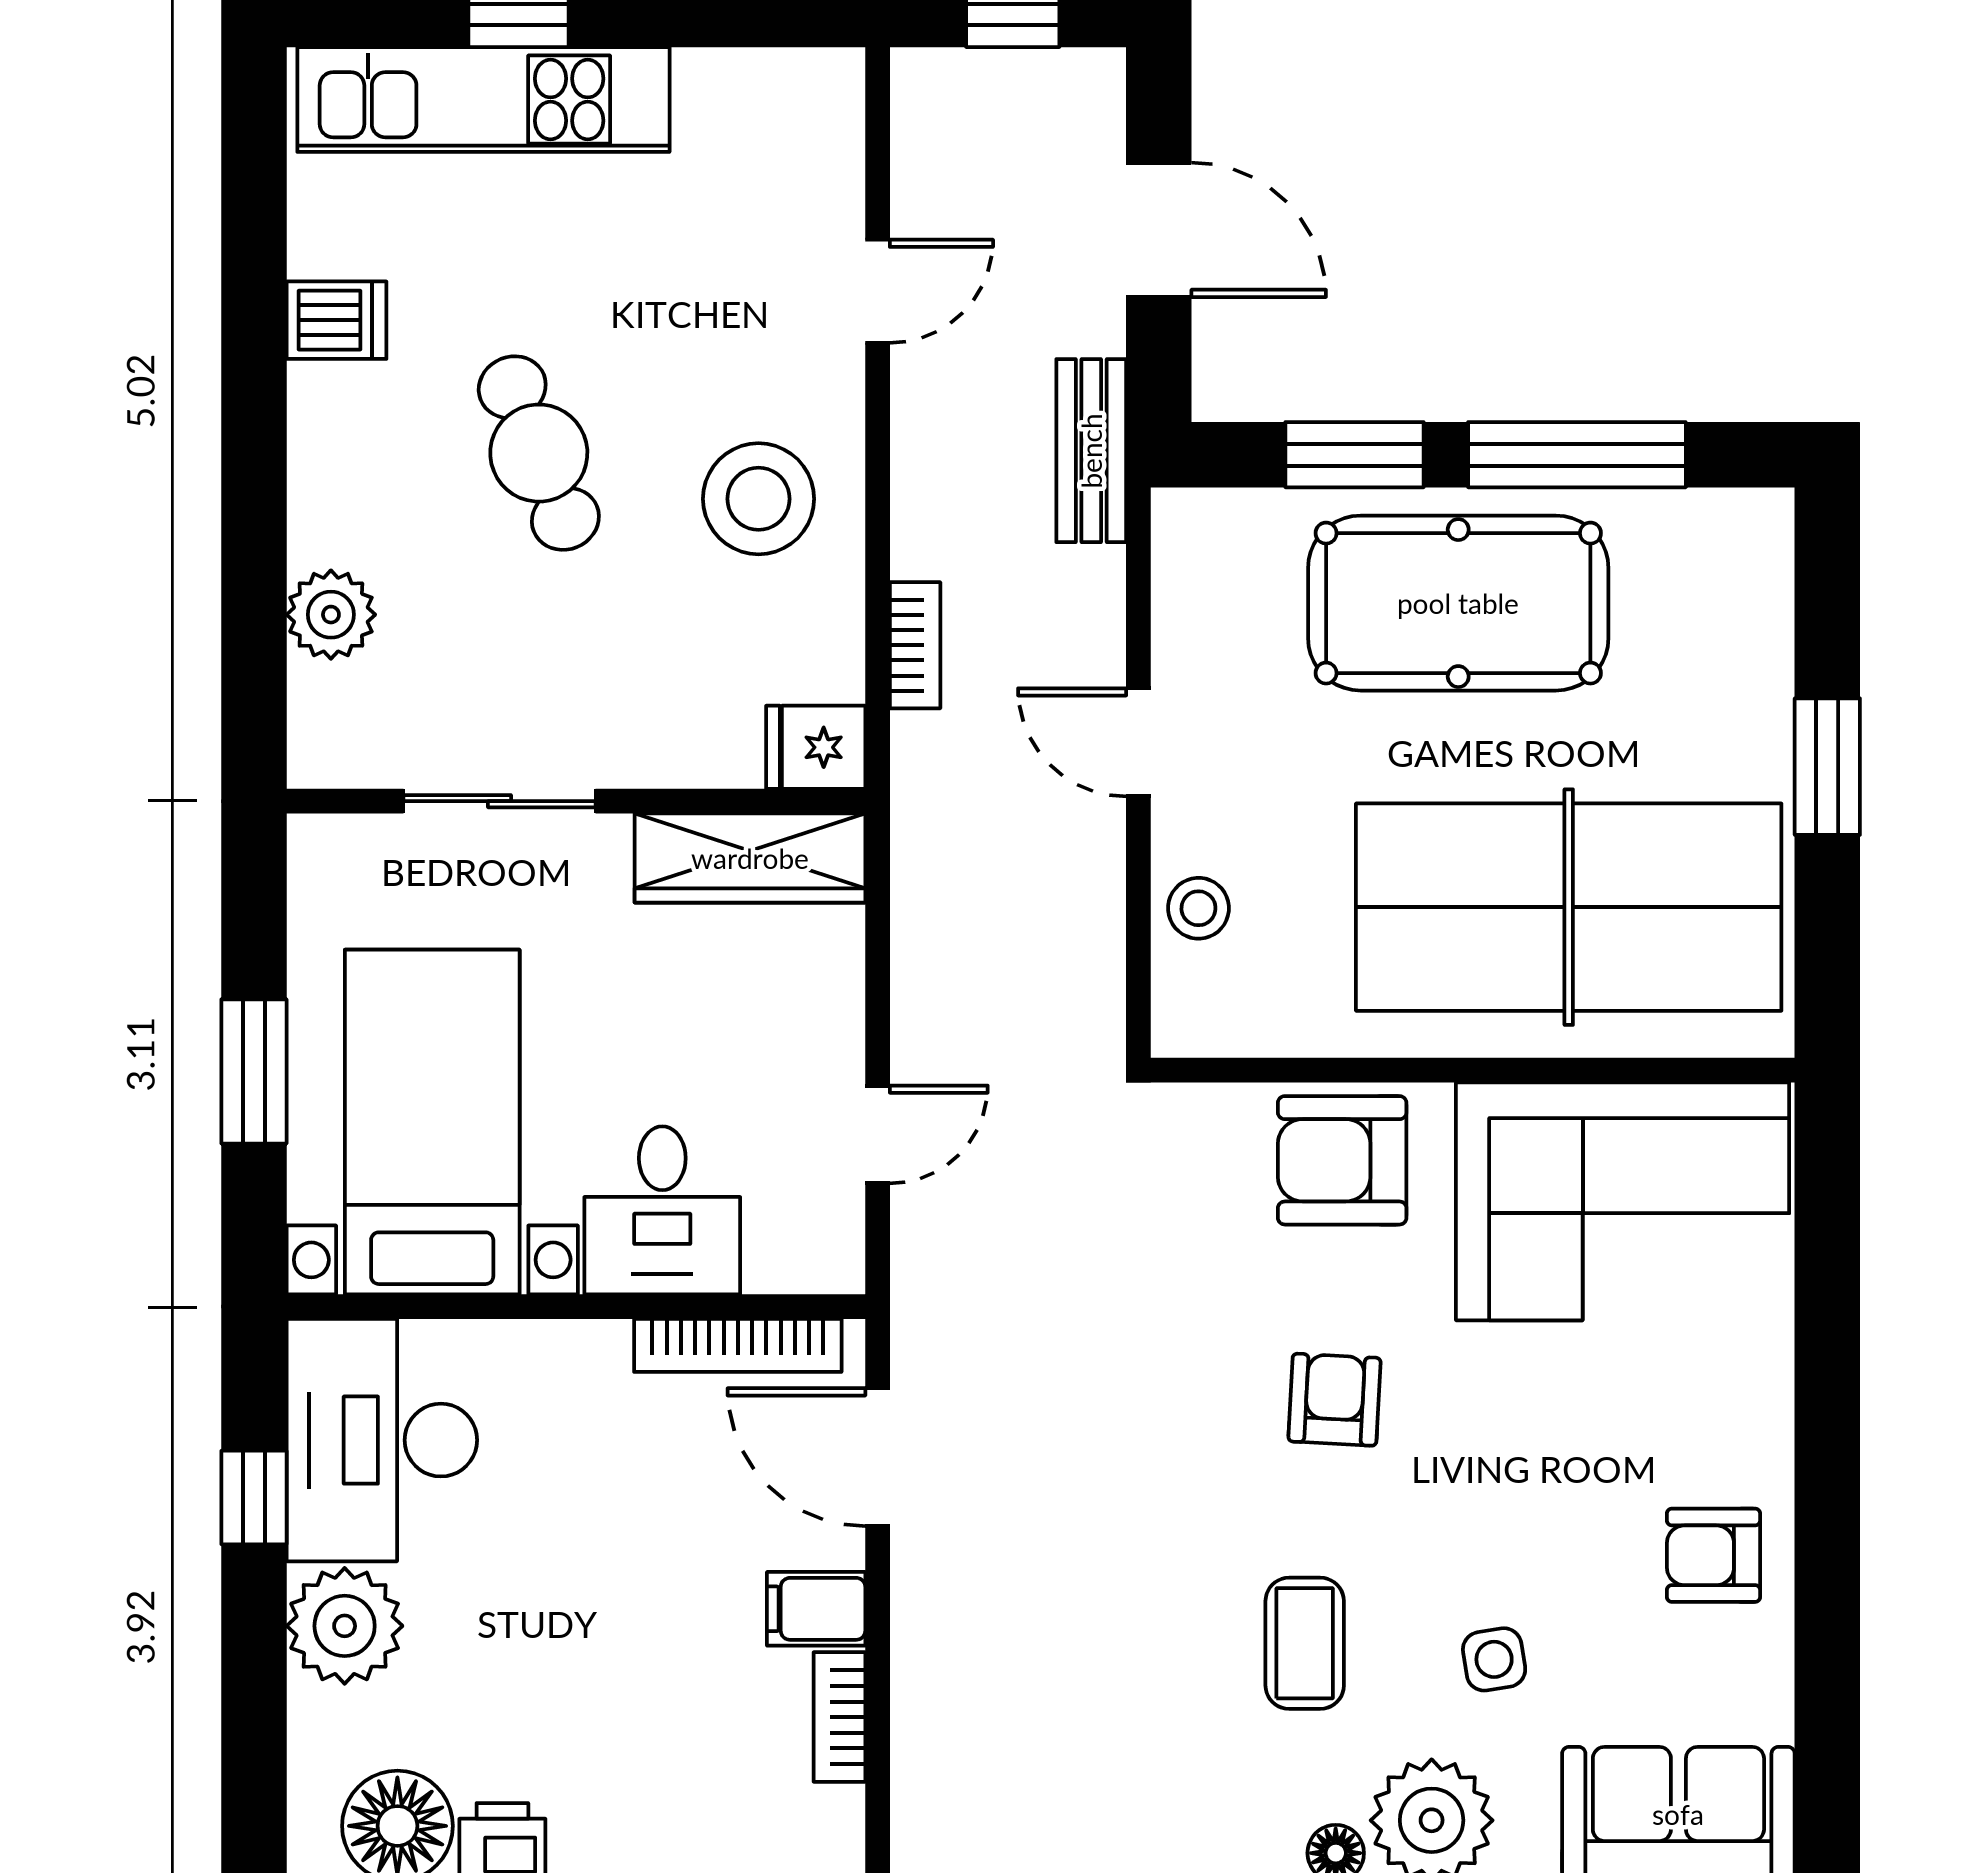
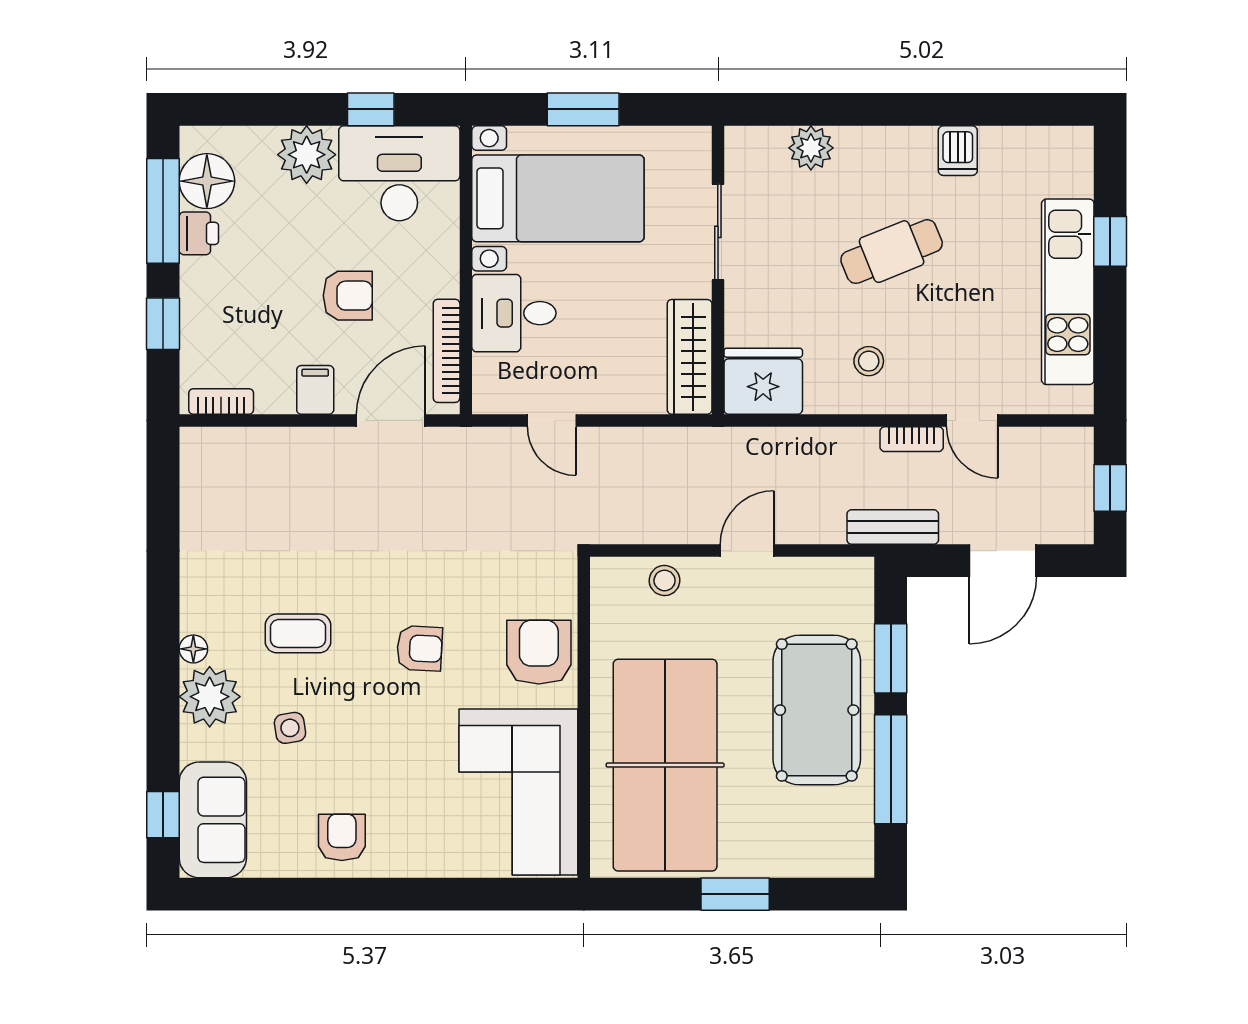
kitchen unit: (483, 100) -> (1068, 292), moved
stool: (759, 499) -> (869, 361), width x0.53, depth x0.53
bookcase: (915, 645) -> (912, 439), moved
fridge: (816, 747) -> (763, 381), width x1.88, depth x1.34
armchair: (627, 1543) -> (348, 296), added
bookcase: (839, 1717) -> (221, 401), moved

